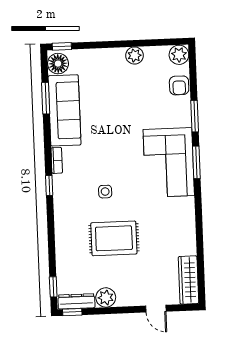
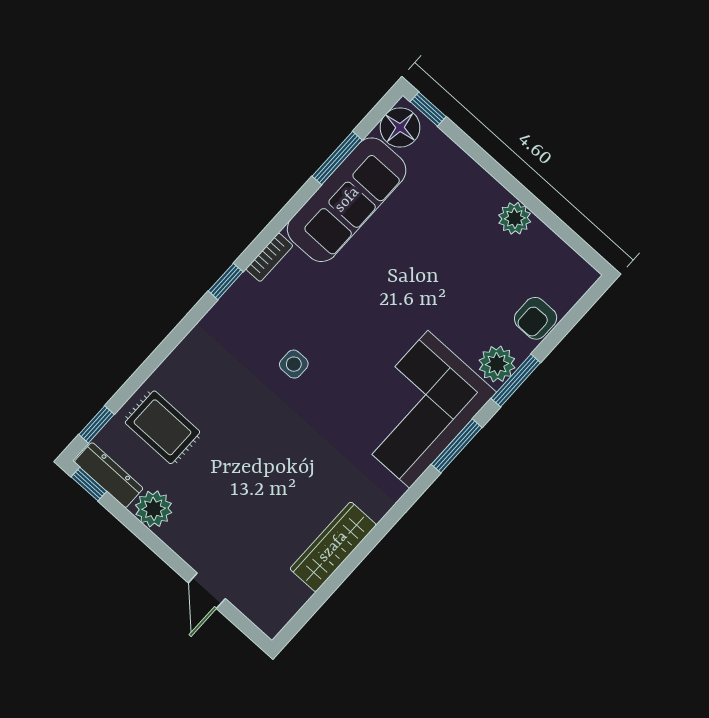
plant: (179, 55) -> (497, 364), moved
rug: (114, 238) -> (162, 427), moved, width x0.73, depth x0.70
wardrobe: (189, 280) -> (333, 547), moved

